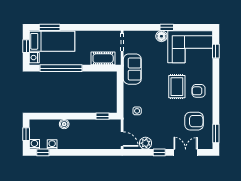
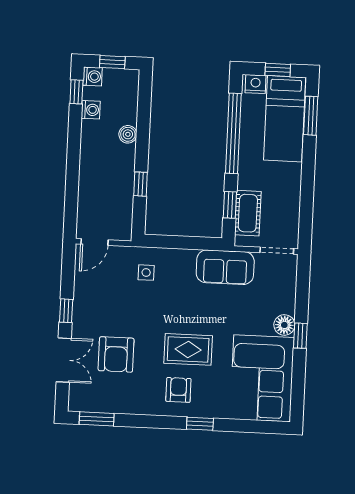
window: (216, 51) -> (200, 424), moved
window: (99, 68) -> (230, 205), added
window: (102, 116) -> (141, 184), moved
armchair: (194, 121) -> (116, 354), moved
plant: (145, 143) -> (85, 286), removed

